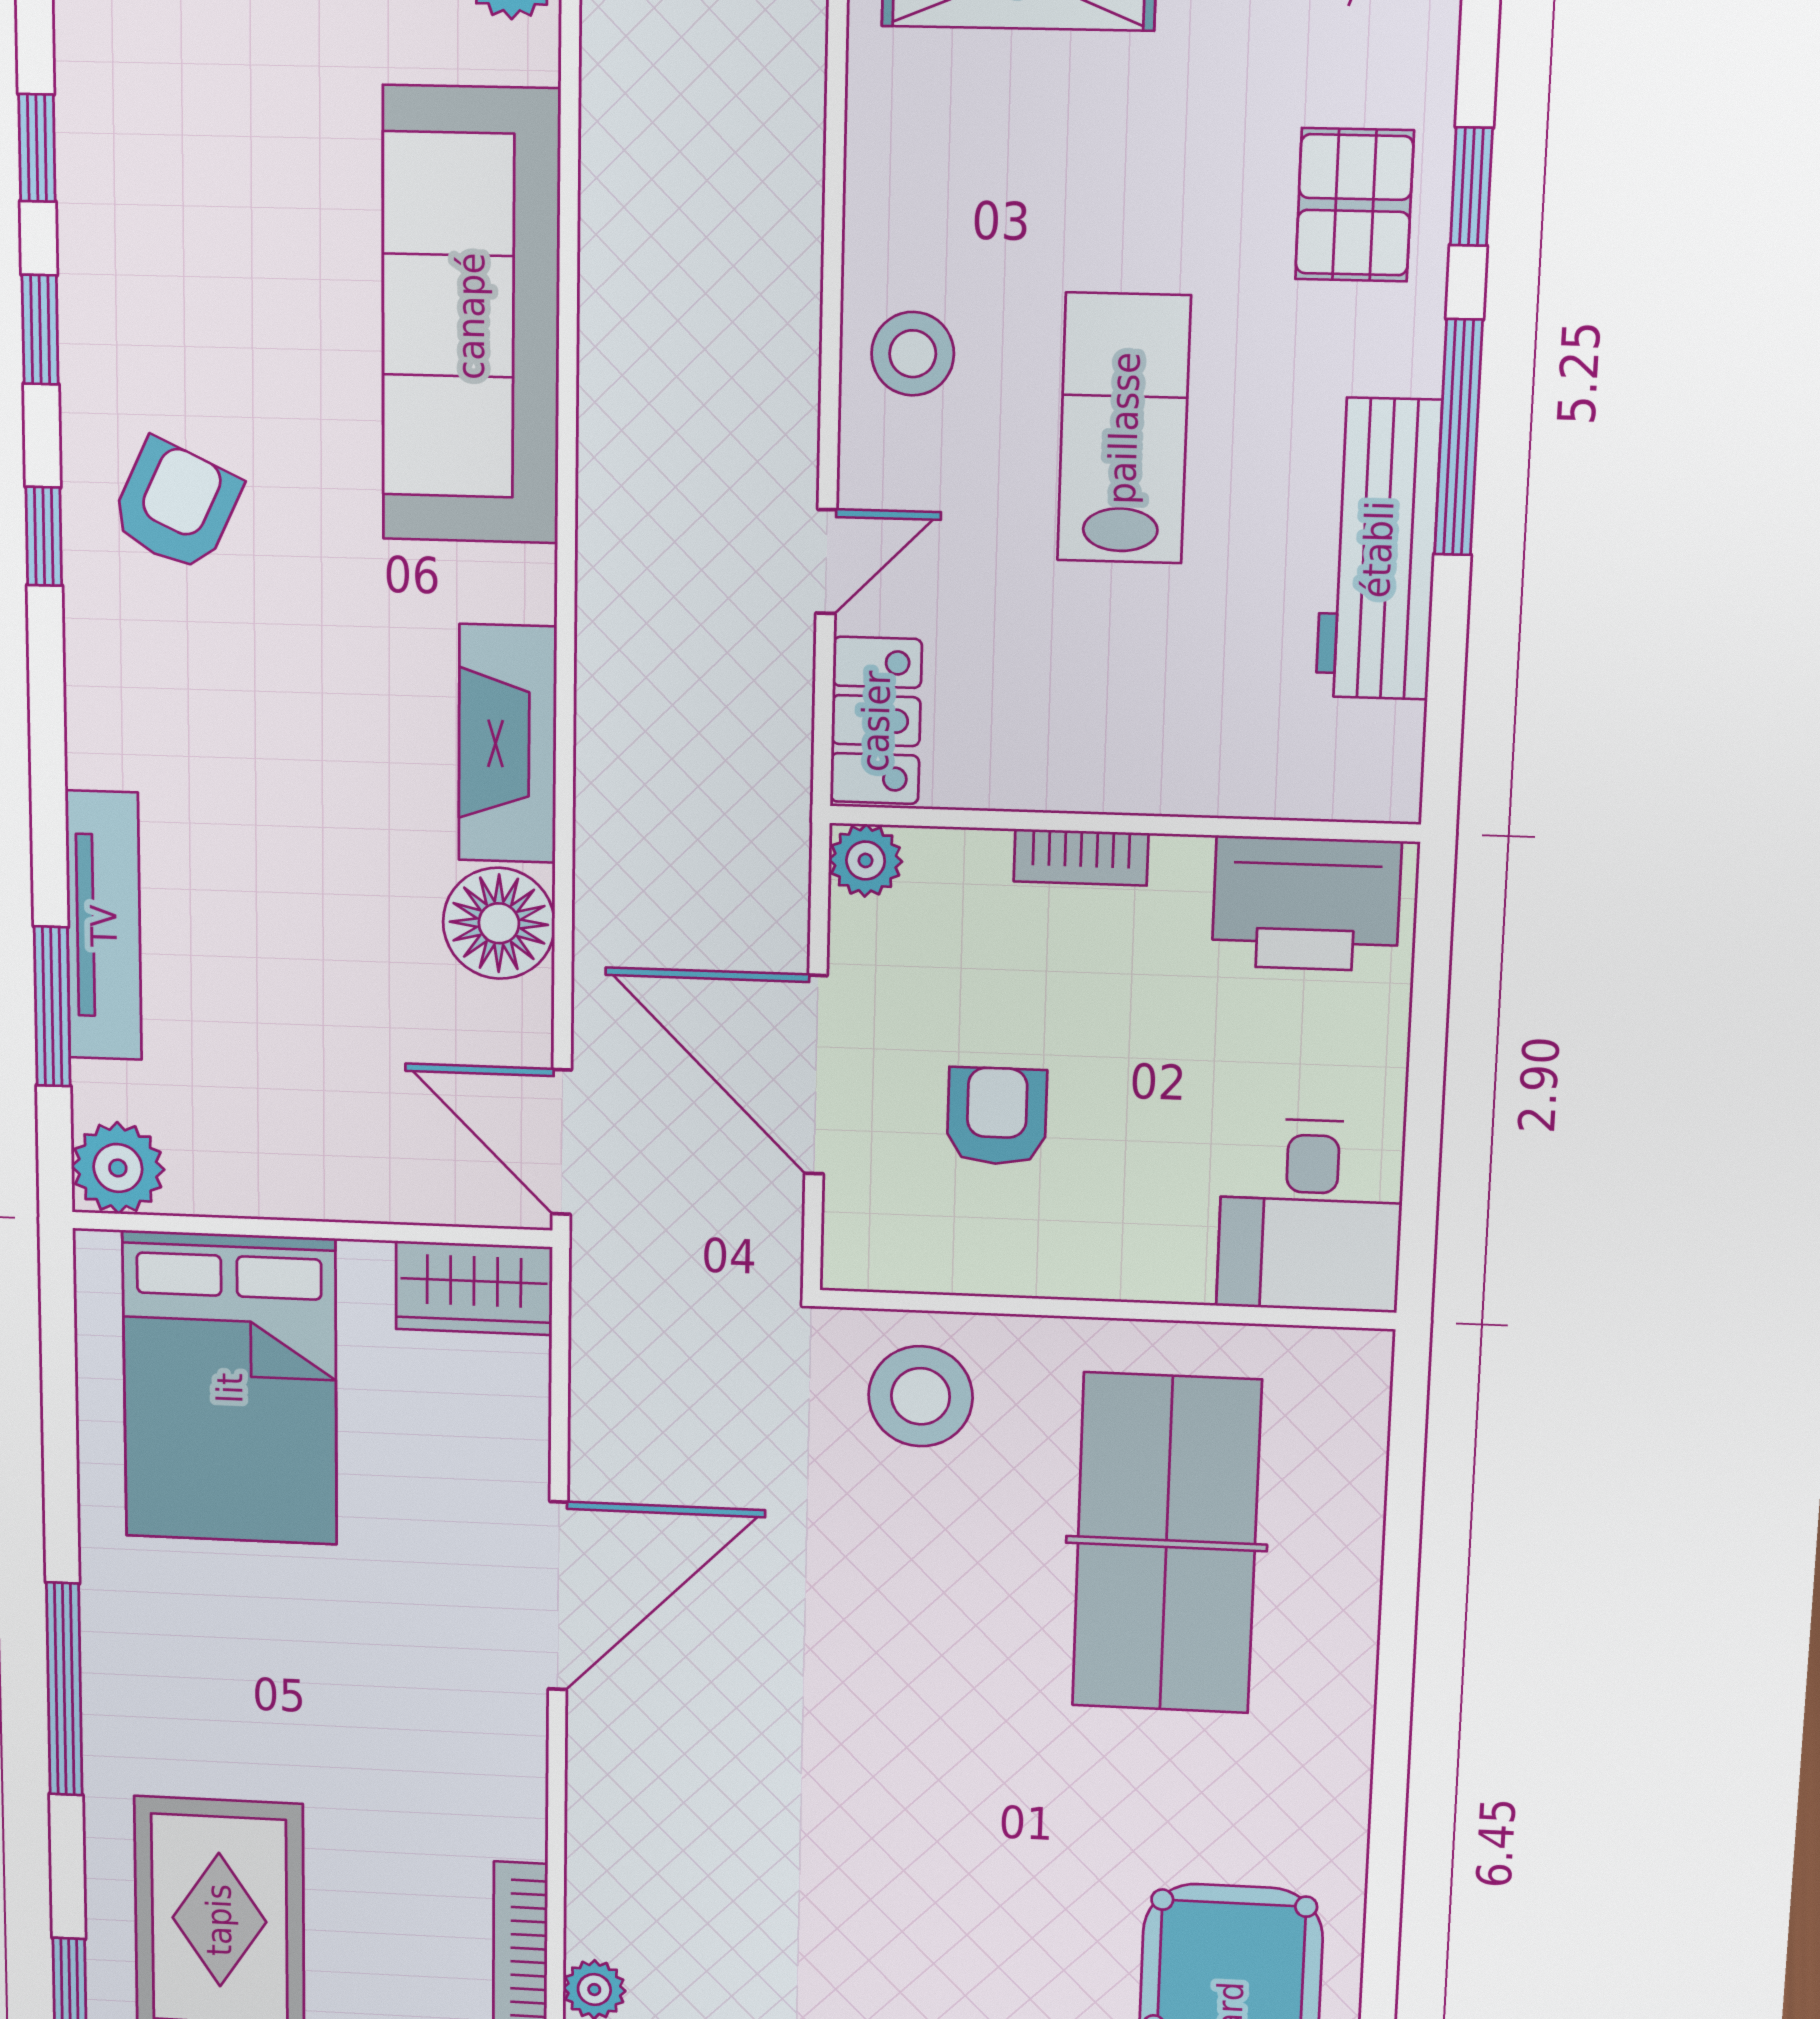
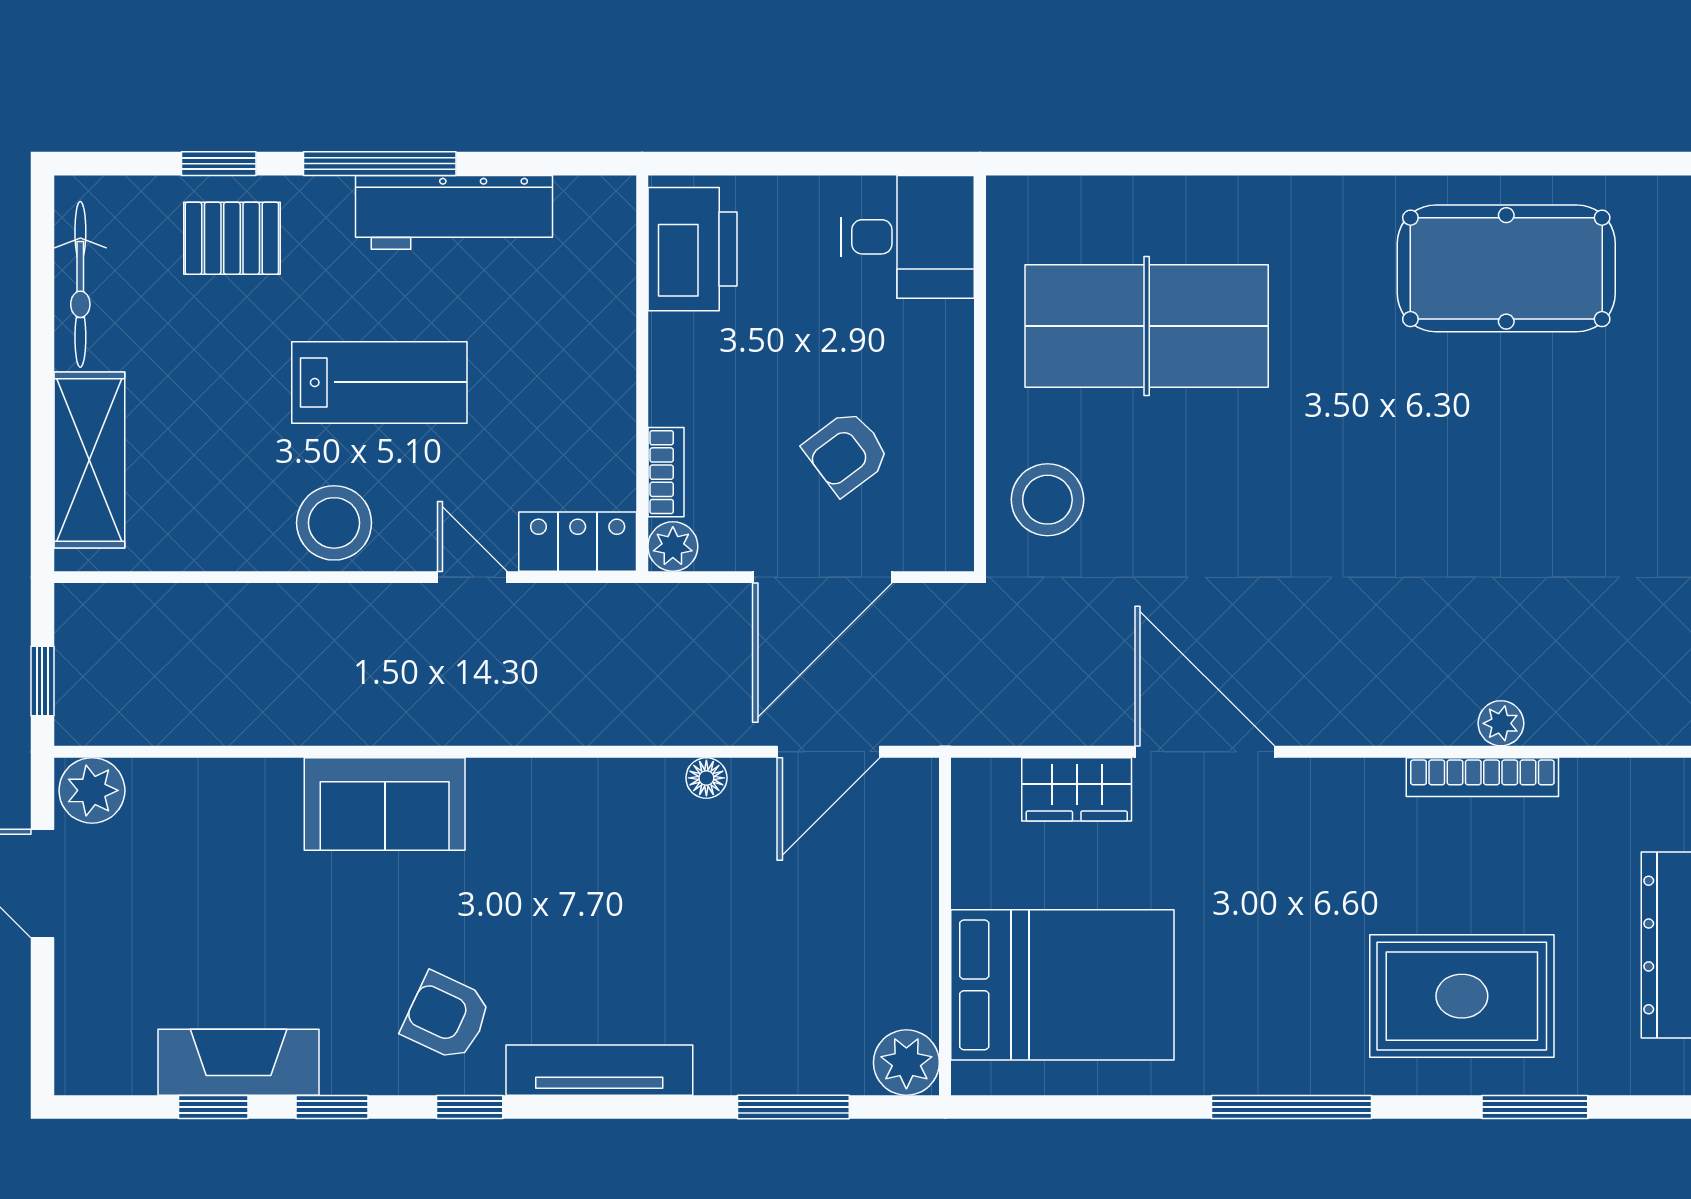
sofa: (471, 316) -> (385, 804), width x0.54, depth x0.79
stool: (913, 354) -> (334, 523), width x1.38, depth x1.38
lab bench: (1124, 428) -> (379, 382), turned 180
fireplace: (508, 744) -> (239, 1062), moved, turned 180
bookcase: (1081, 857) -> (666, 472), moved
floor lamp: (499, 923) -> (706, 778), width x0.53, depth x0.53
tv unit: (104, 926) -> (599, 1070), moved
armchair: (997, 1116) -> (847, 453), turned -37
door: (562, 1142) -> (828, 752), moved
wardrobe: (474, 1288) -> (1077, 789), moved, turned 90

